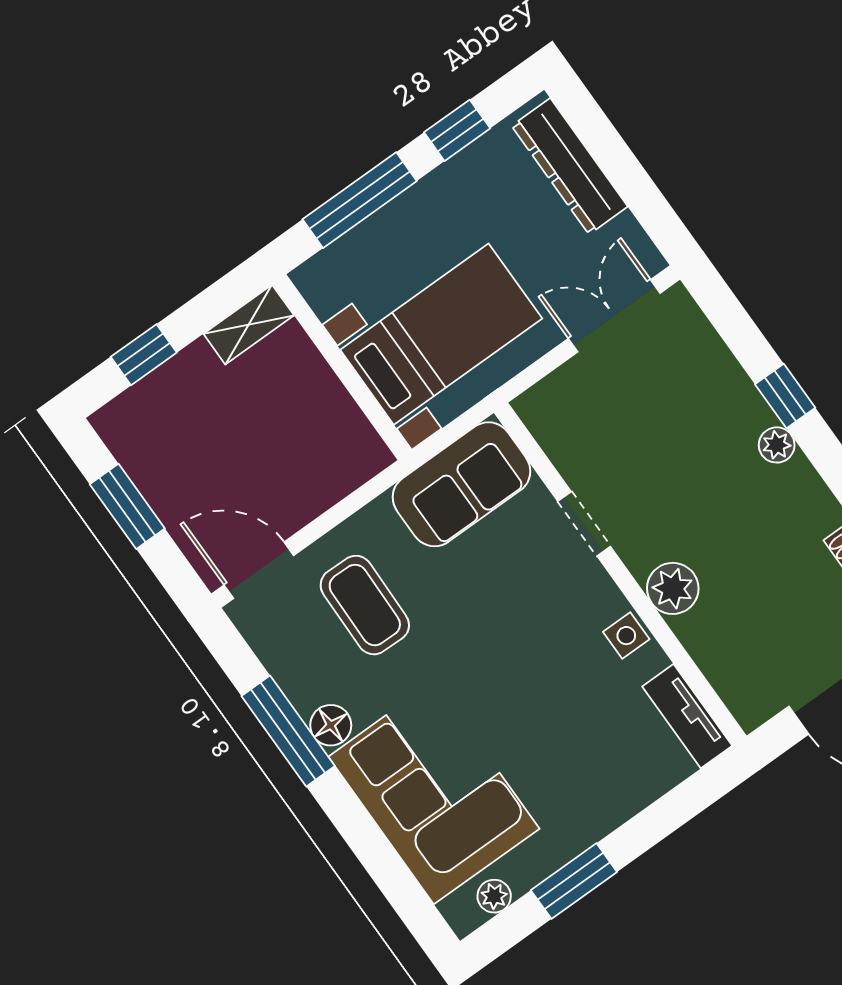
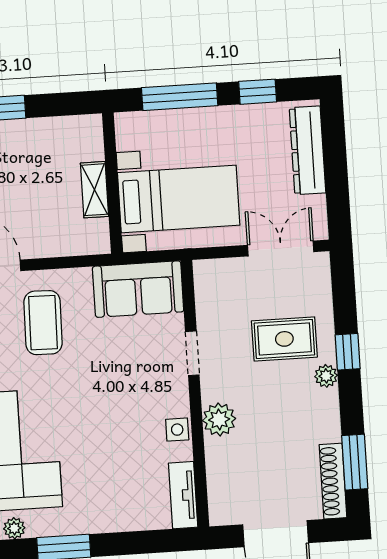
shelving: (249, 325) -> (95, 190), moved, turned 90
rug: (692, 431) -> (284, 339), added

